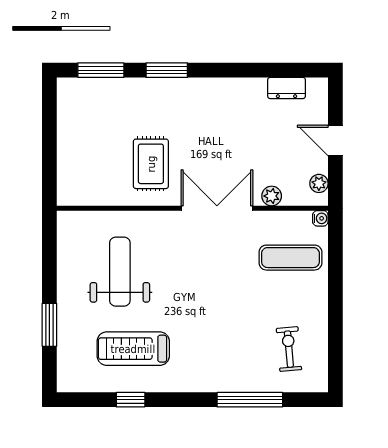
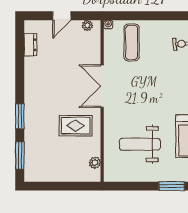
plant: (272, 196) -> (95, 163), moved

